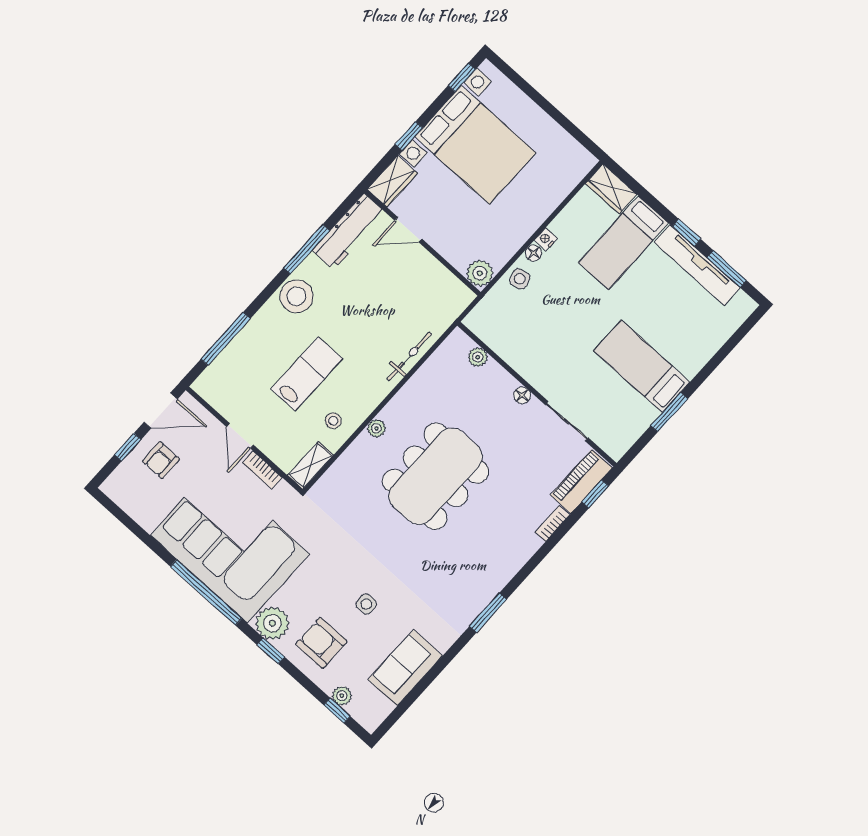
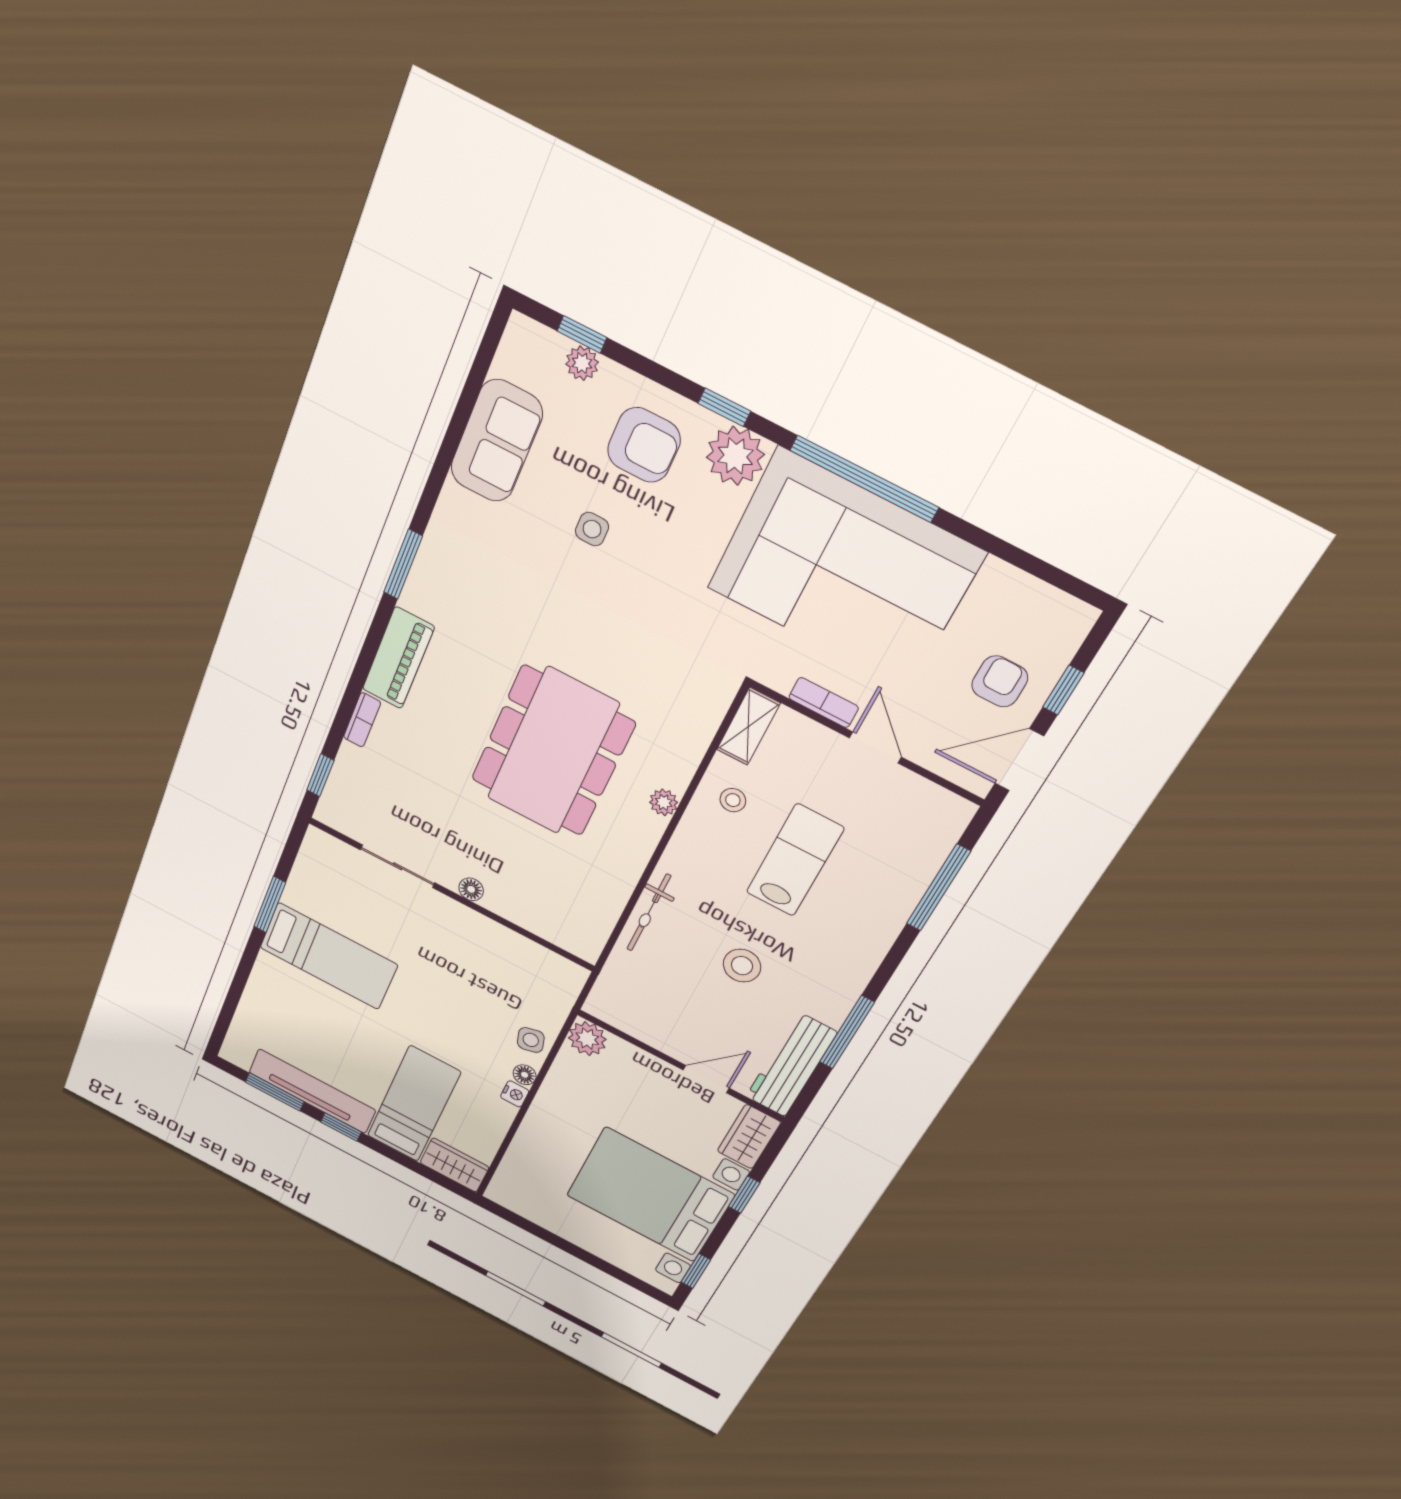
stool: (297, 296) -> (742, 966), moved, width x0.73, depth x0.73
plant: (478, 357) -> (551, 929), removed
lab bench: (307, 374) -> (795, 860), turned 180
piano: (581, 481) -> (398, 658), moved

